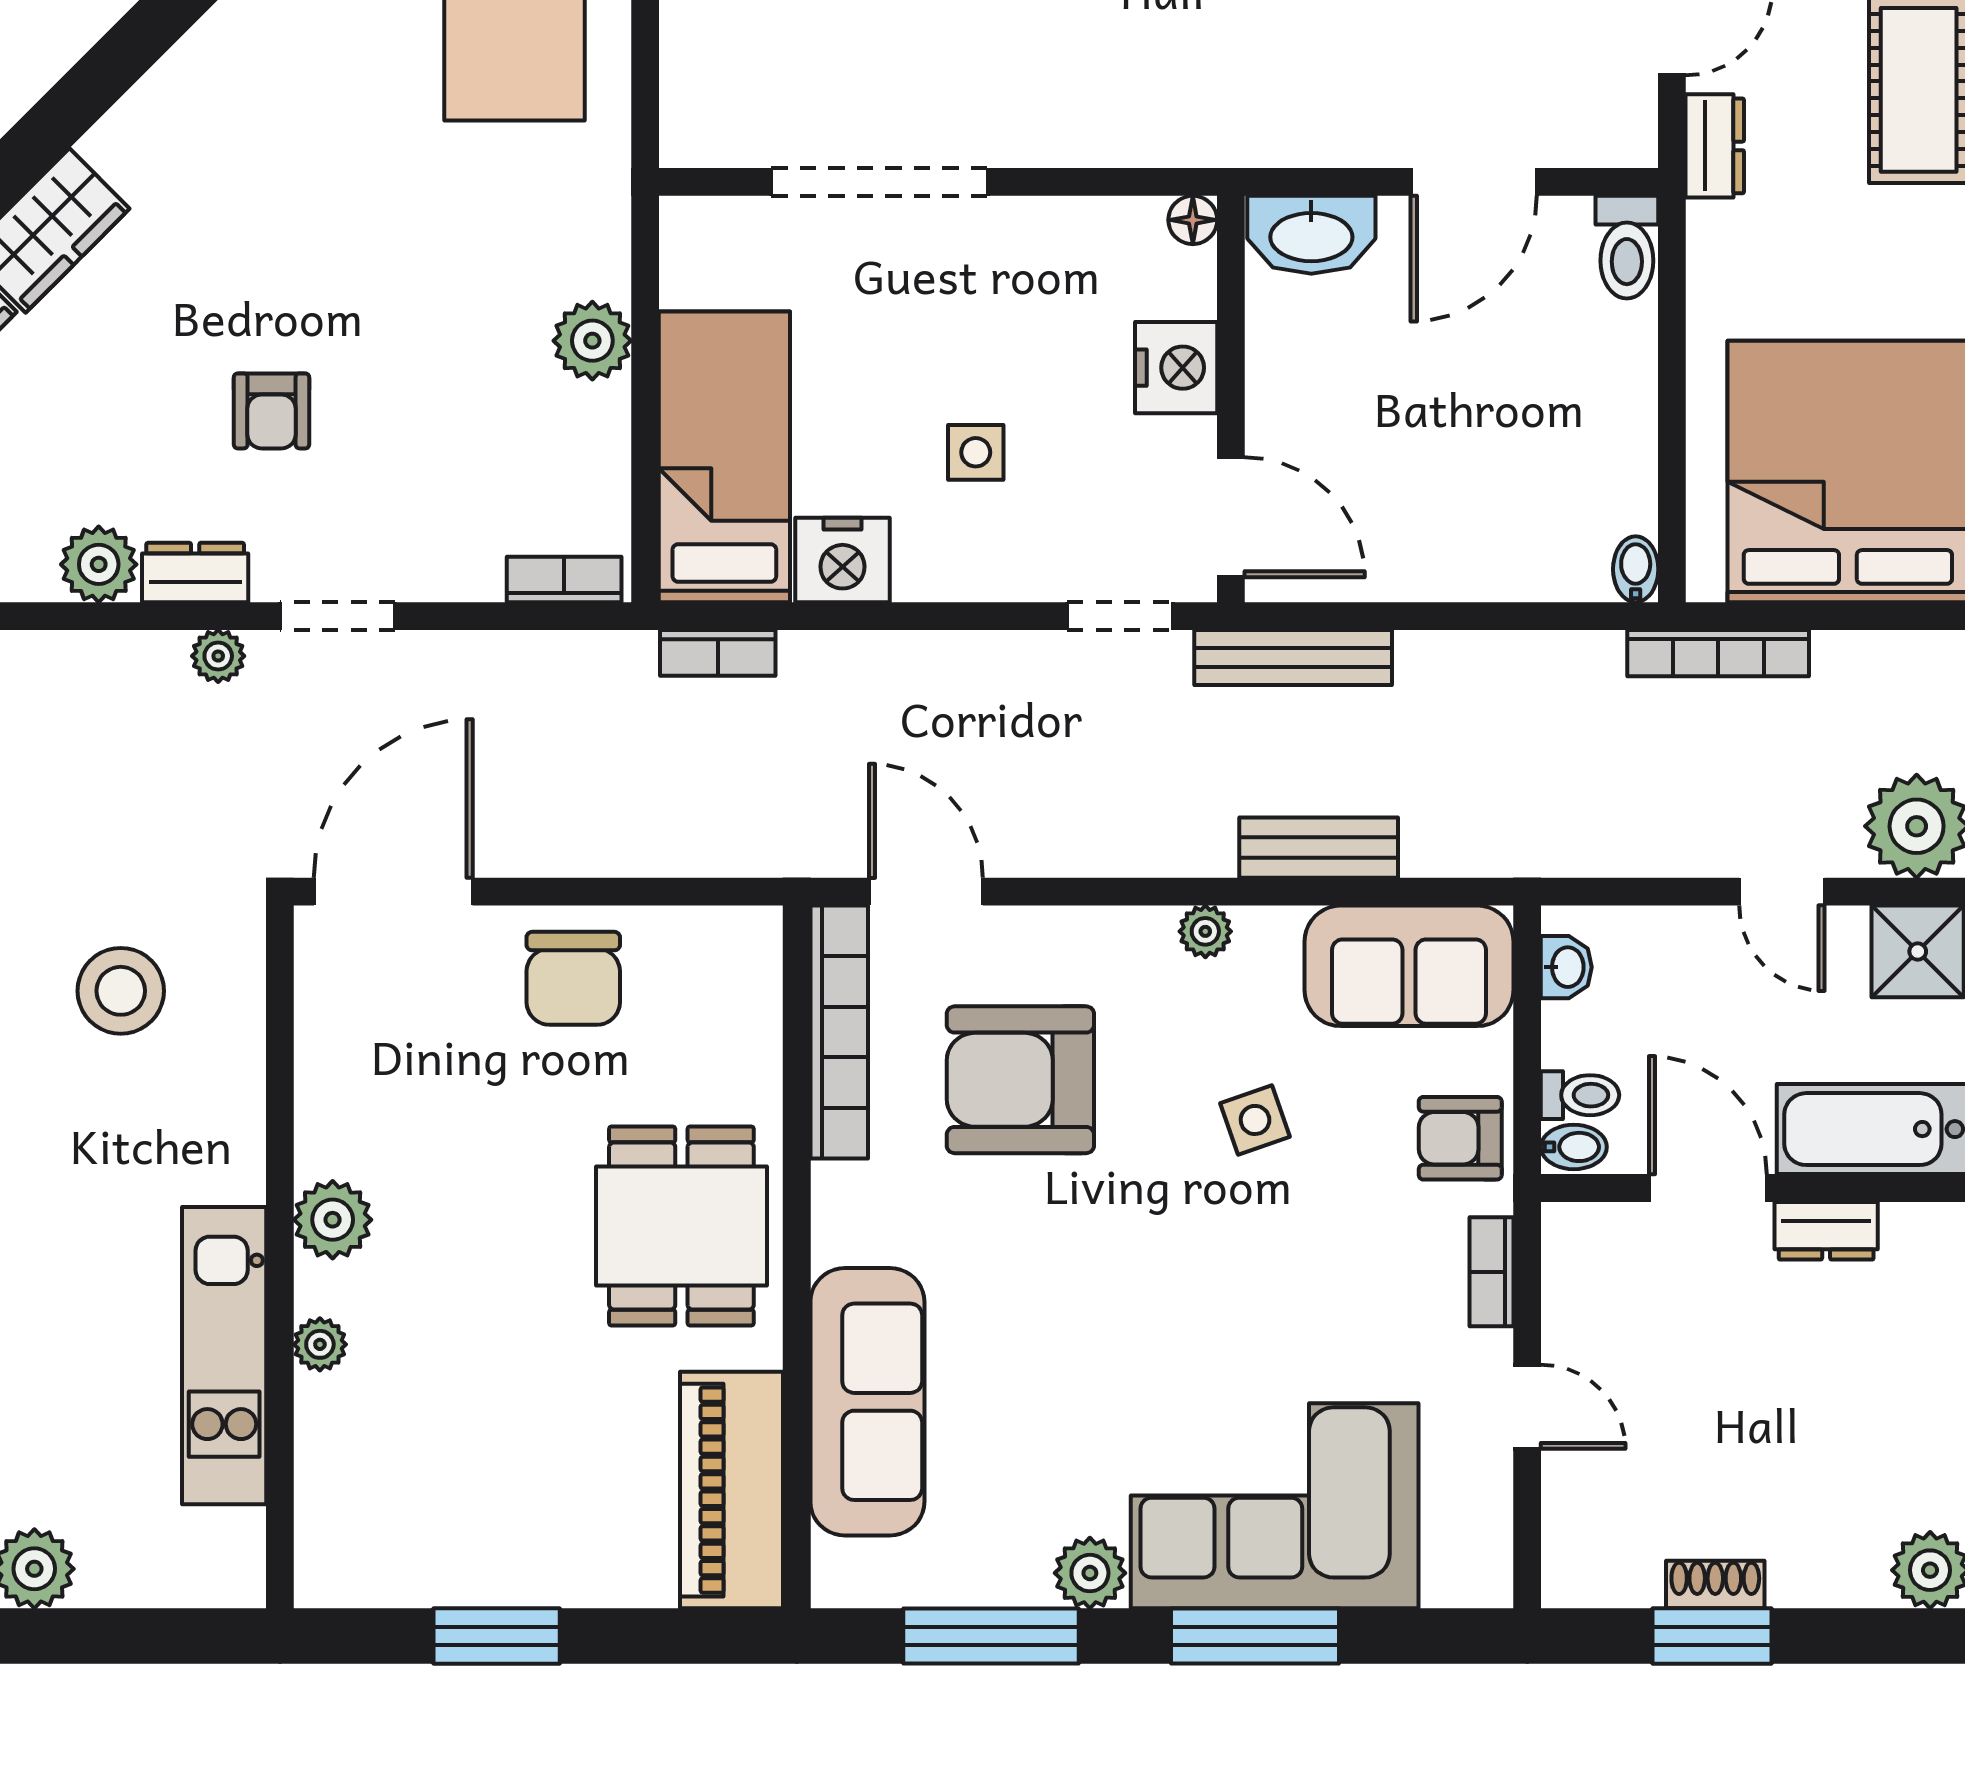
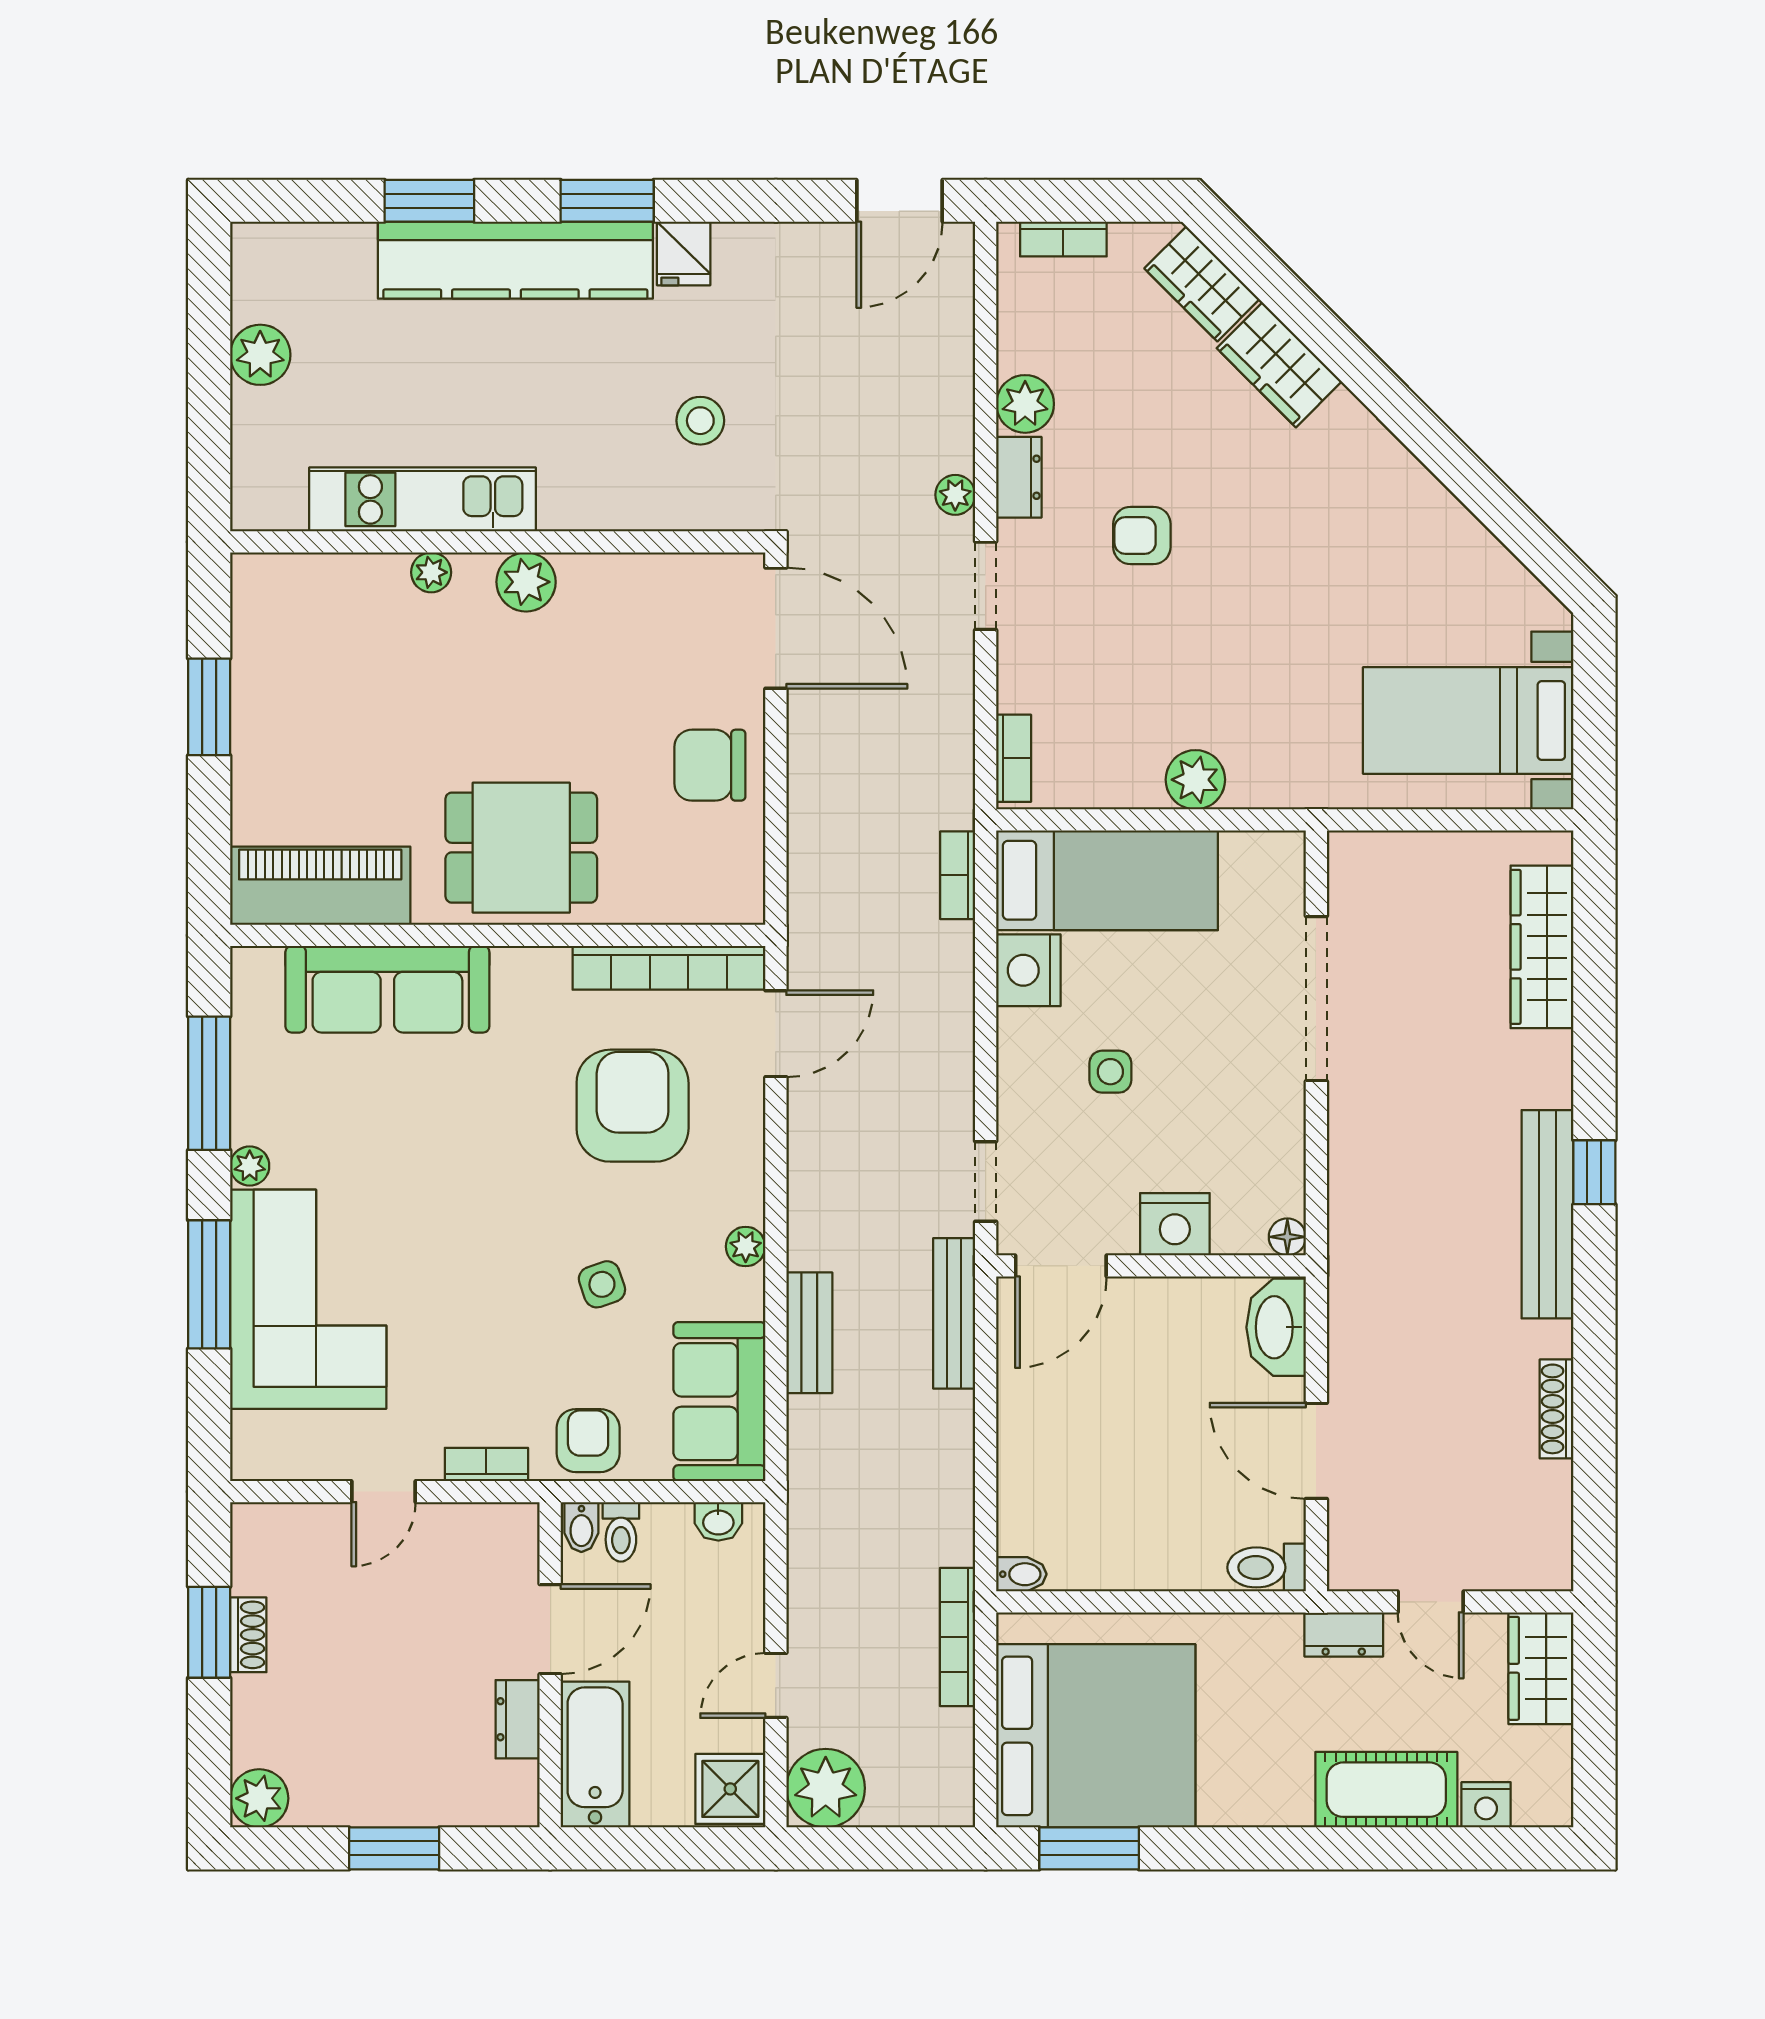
stool: (121, 991) -> (700, 421), width x0.73, depth x0.73
plant: (1090, 1573) -> (250, 1166), width x0.73, depth x0.73

